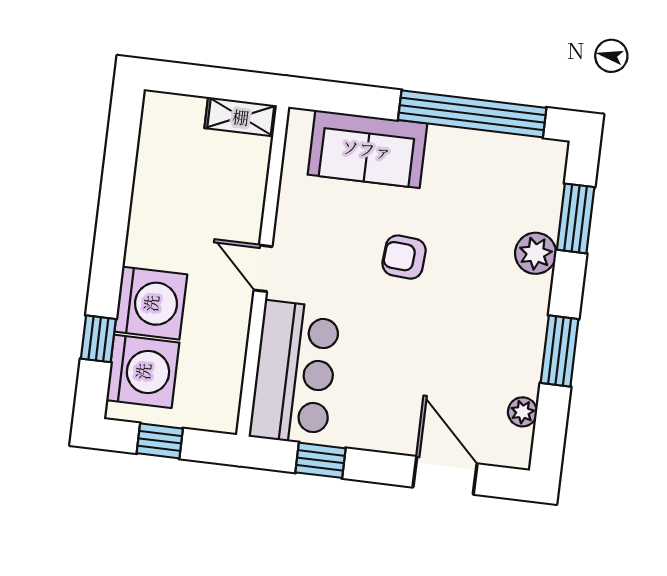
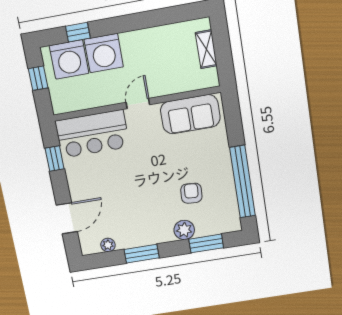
shelving: (241, 117) -> (206, 49), moved
sofa: (367, 149) -> (190, 114), moved, turned -90
armchair: (404, 257) -> (191, 193), moved

